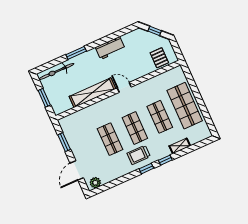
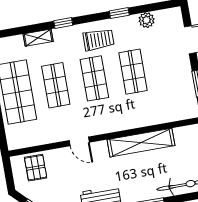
door: (124, 87) -> (79, 141), moved
window: (146, 169) -> (119, 13), moved
plant: (95, 183) -> (147, 20), moved

